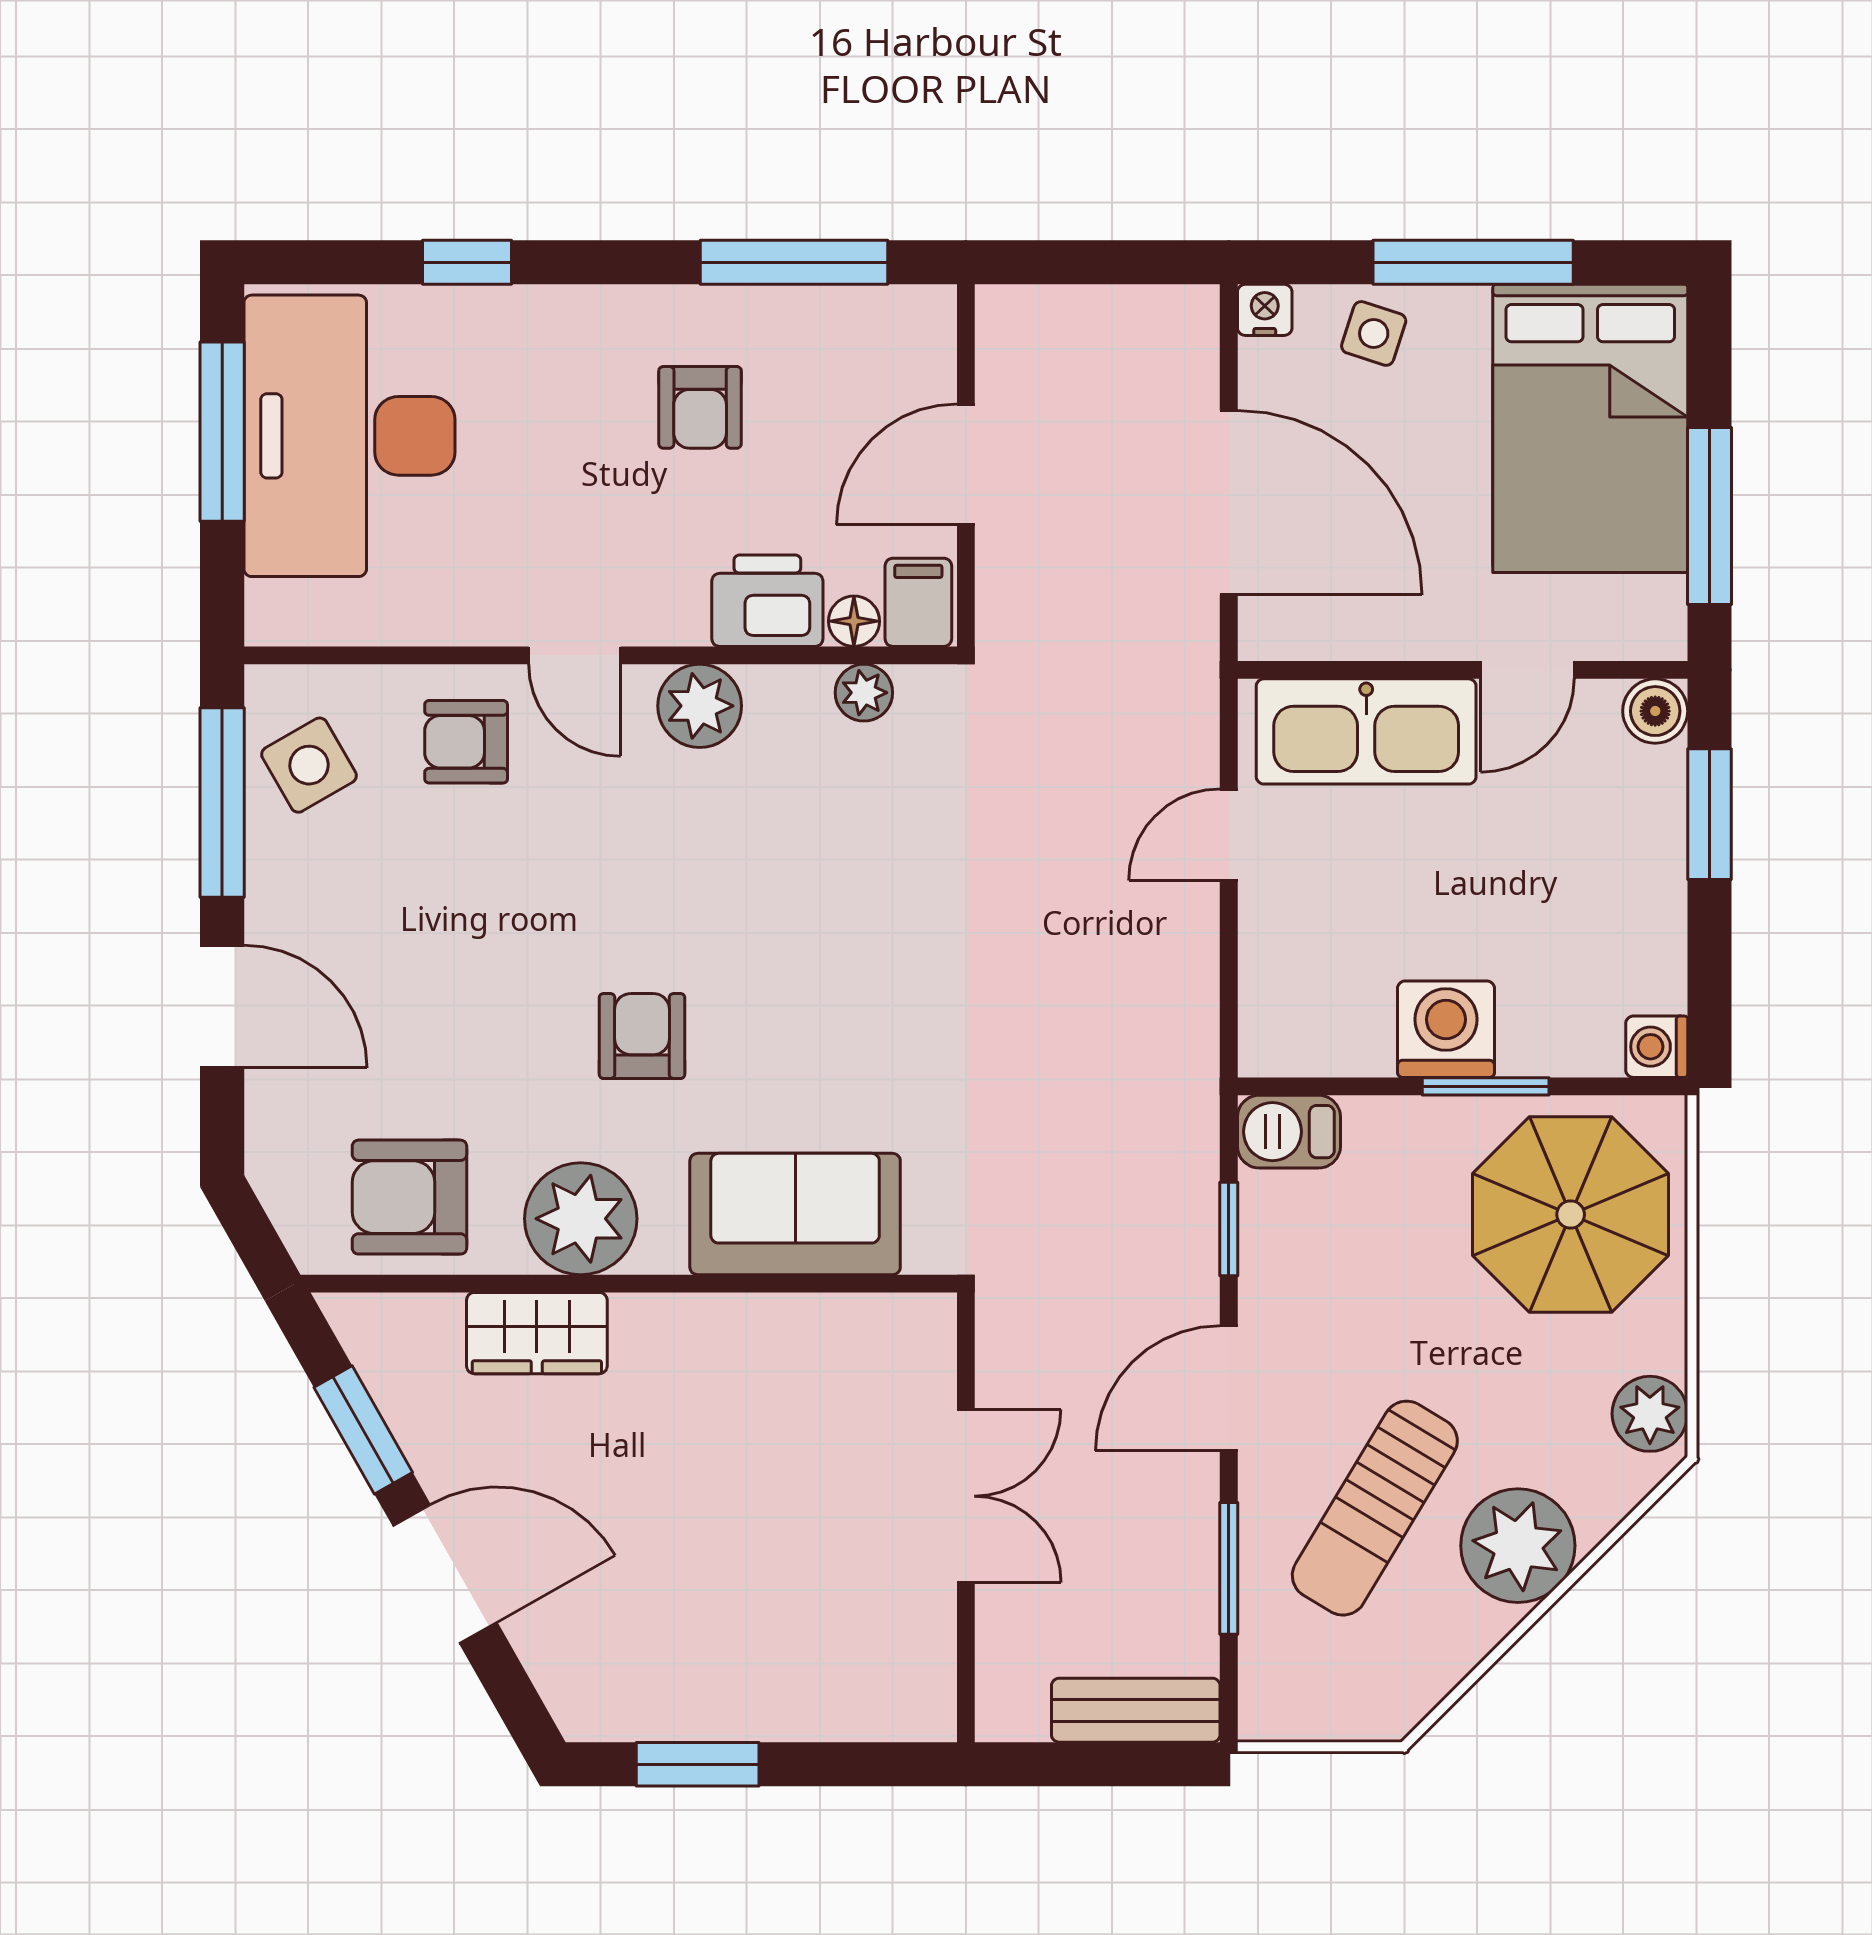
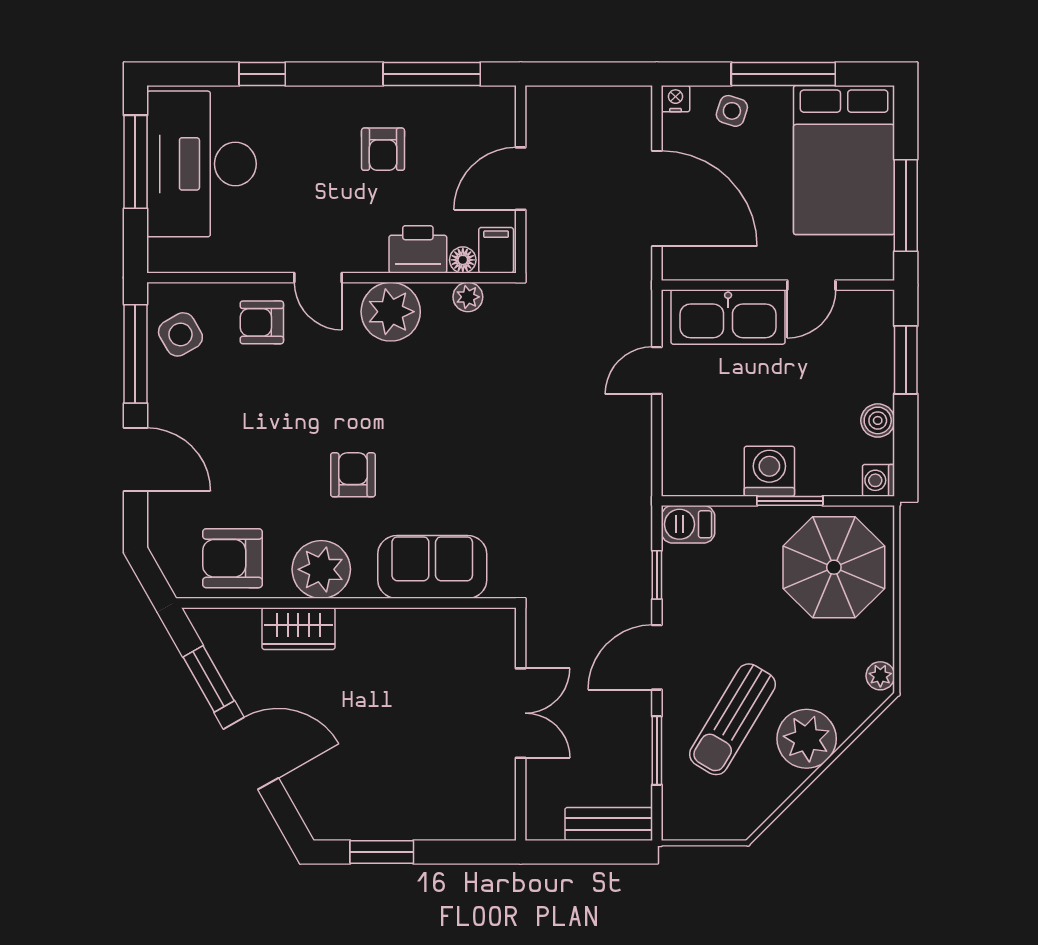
plant: (700, 706) -> (391, 312), width x1.36, depth x1.36
boiler: (1655, 711) -> (878, 420), moved
plant: (1650, 1414) -> (880, 676), width x0.73, depth x0.73

